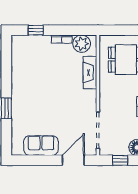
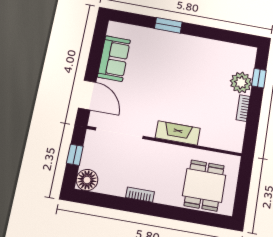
plant: (82, 44) -> (241, 83), moved
fireplace: (90, 73) -> (178, 133), moved

